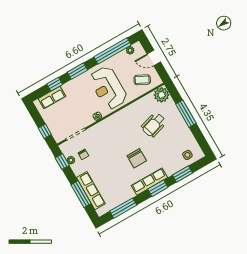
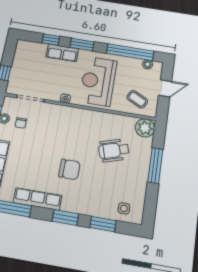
door: (154, 58) -> (165, 88), swing flipped
row of seats: (52, 98) -> (62, 53), moved
chair: (137, 158) -> (69, 169), turned -90
row of seats: (149, 182) -> (37, 199), moved

